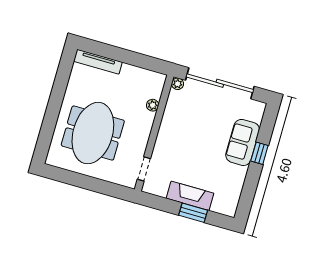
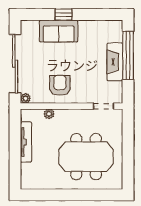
tv unit: (98, 62) -> (26, 142), moved
armchair: (181, 127) -> (60, 85), added
window: (193, 213) -> (128, 55), width x2.11

